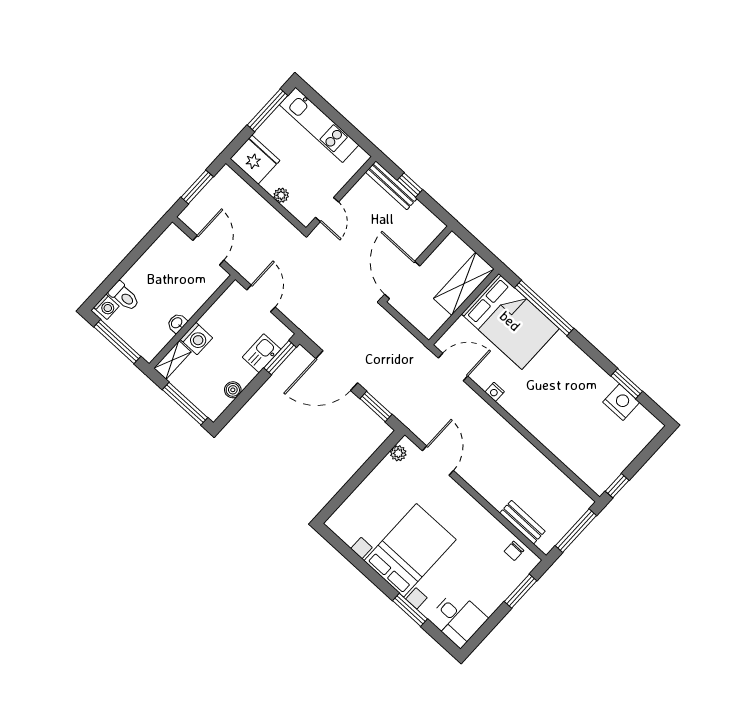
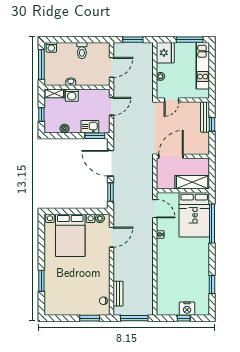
toilet: (124, 296) -> (82, 51), moved
nightstand: (621, 402) -> (187, 309), moved, turned 90
window: (185, 404) -> (41, 114), width x0.46
window: (617, 486) -> (184, 318), moved
bed with nightstands: (410, 550) -> (70, 235), moved, turned 90
desk: (458, 619) -> (56, 303), removed

